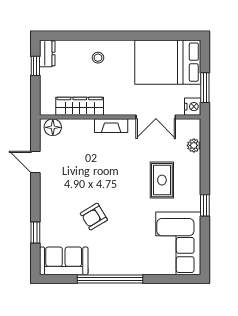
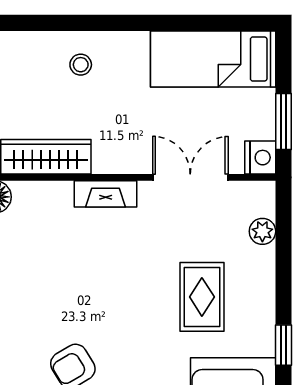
bed: (168, 62) -> (213, 59), width x0.67
double door: (156, 117) -> (190, 177), swing flipped

